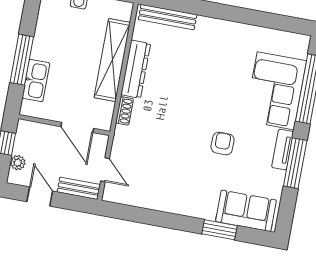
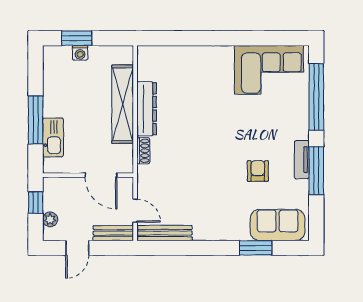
bench: (168, 17) -> (165, 233), moved
corner sofa: (276, 91) -> (269, 70), moved, turned -90
armchair: (223, 143) -> (258, 171), moved
door: (40, 196) -> (77, 248), swing flipped

